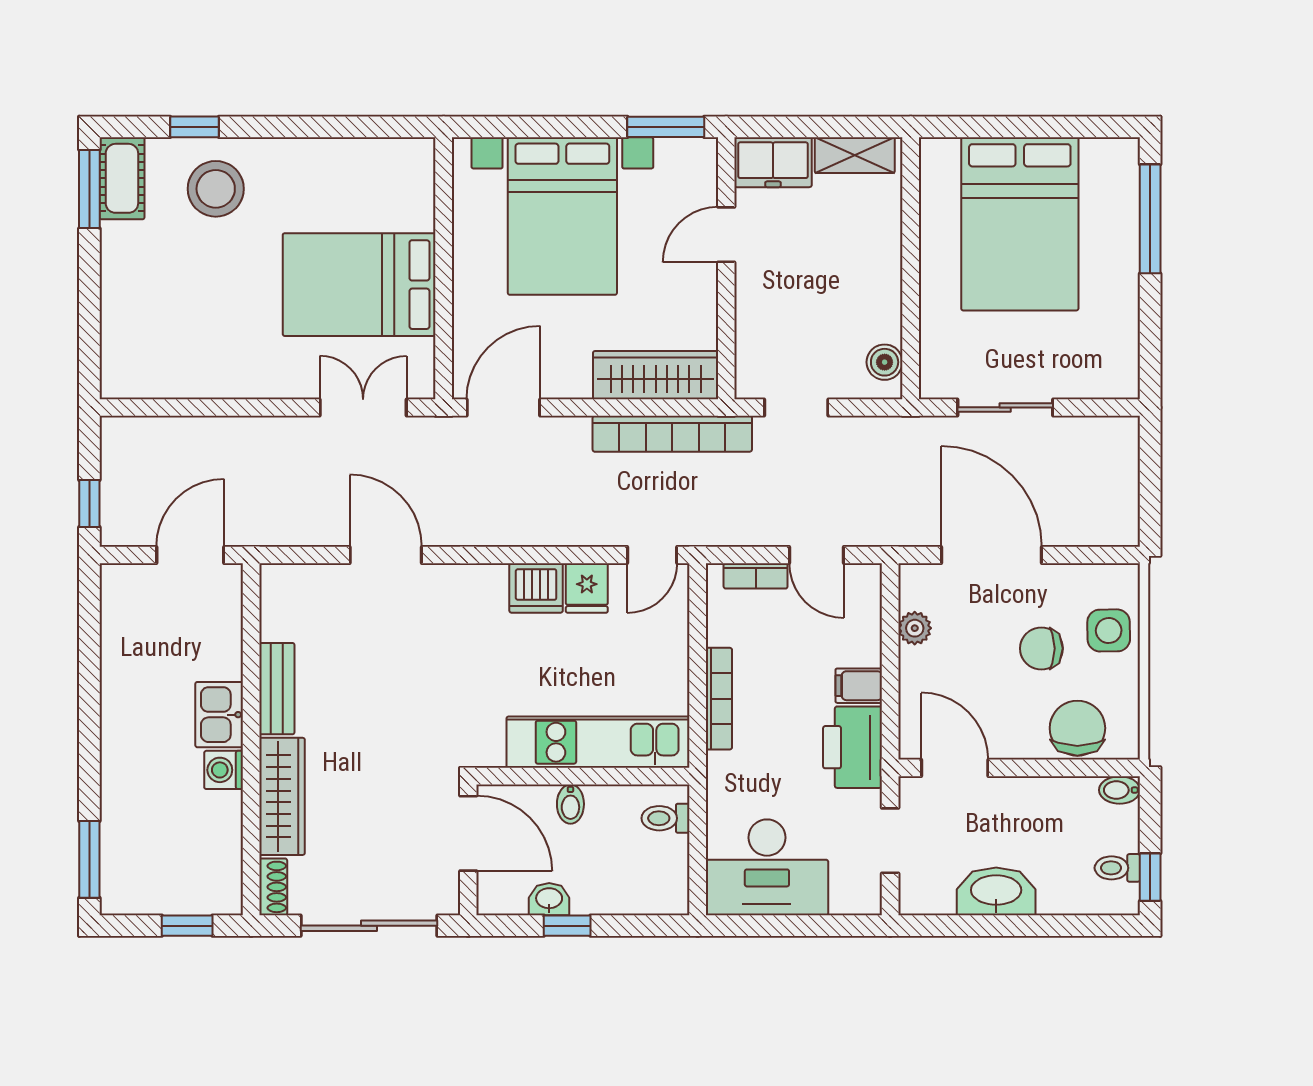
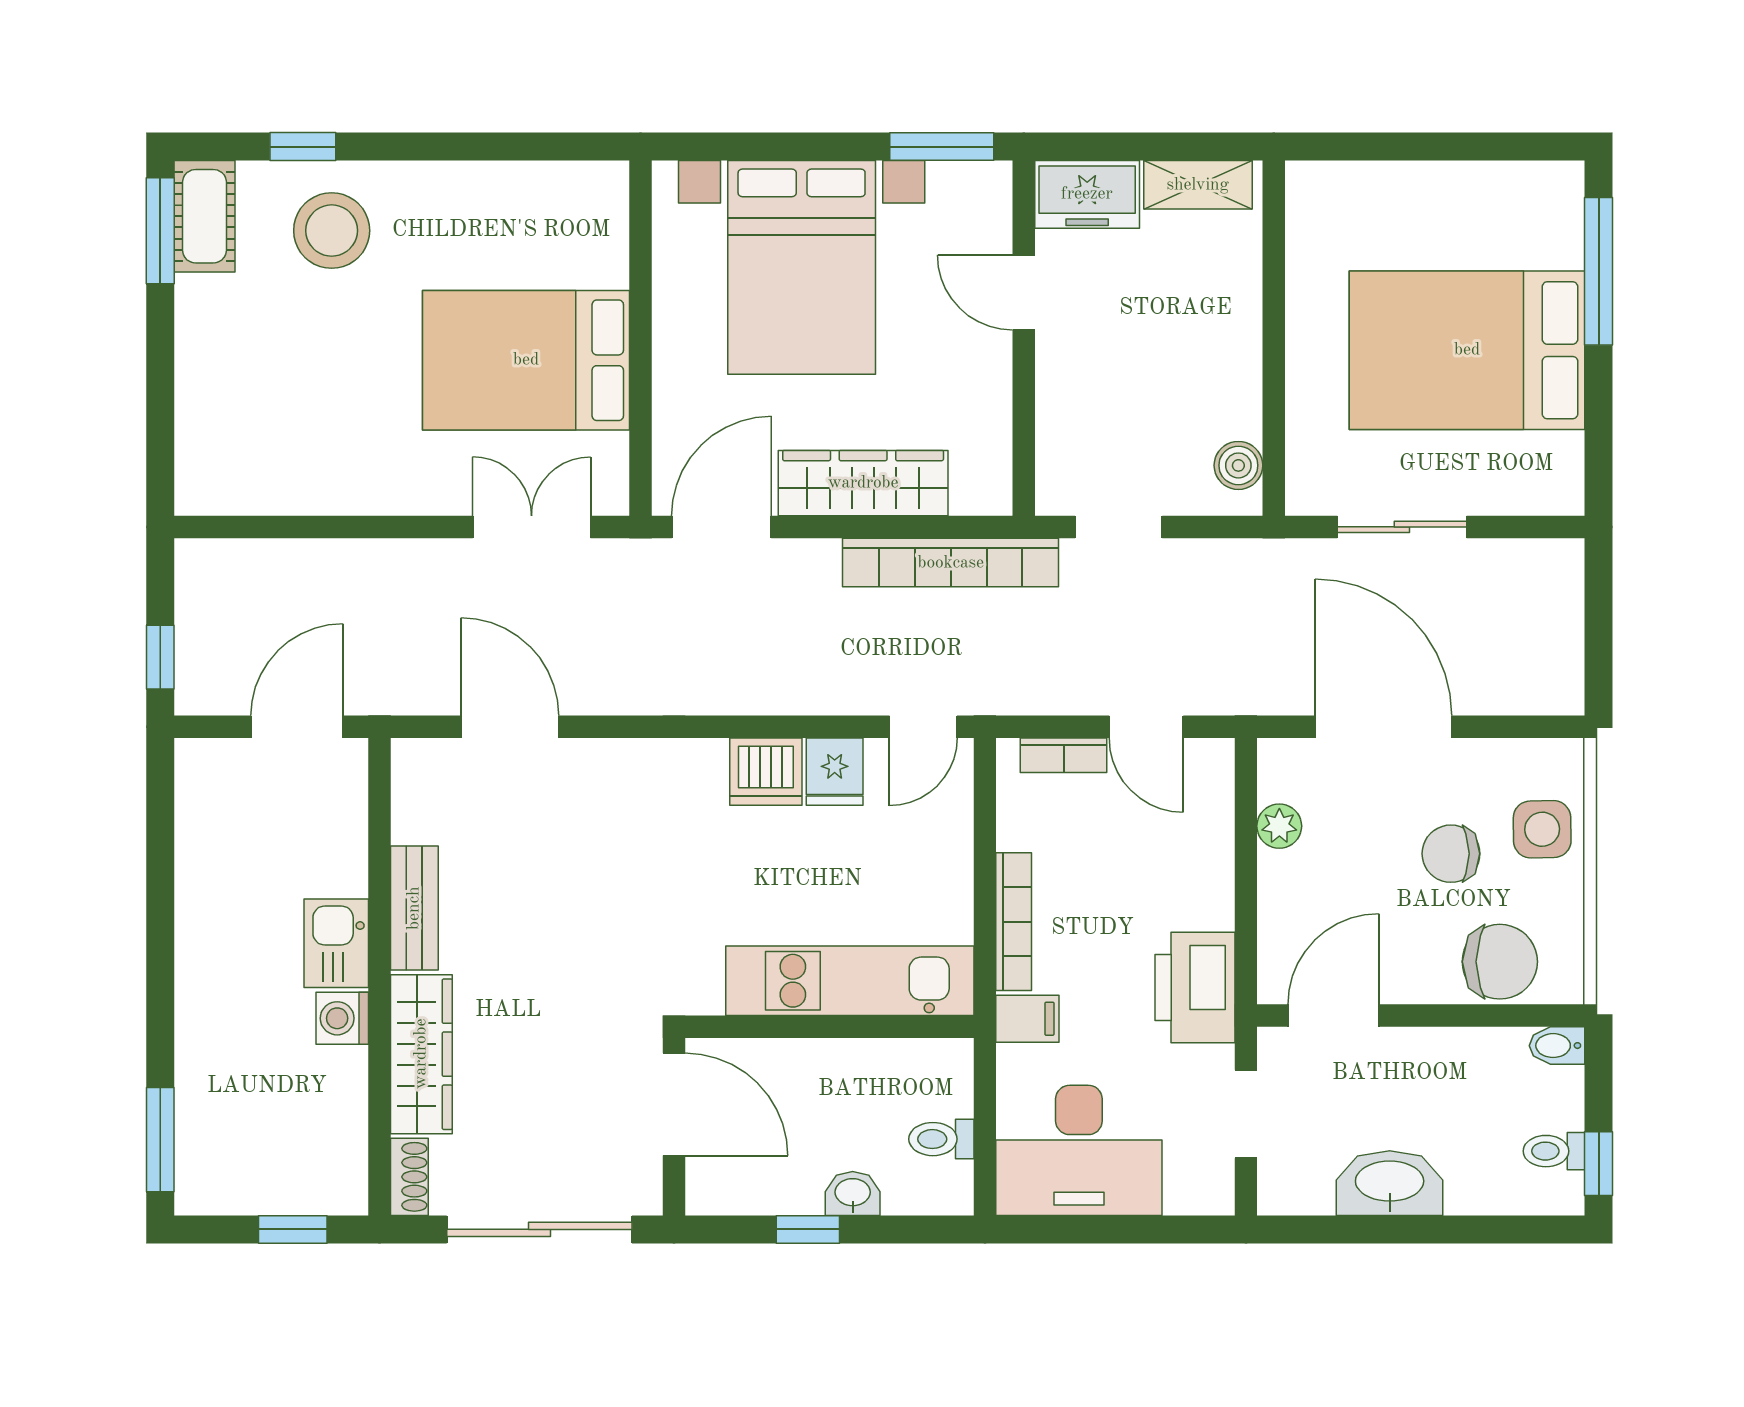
bed: (1020, 224) -> (1467, 350), moved, turned 90
door: (726, 235) -> (1024, 293), hinge flipped
wardrobe: (656, 375) -> (863, 483), moved
door: (386, 555) -> (510, 727), moved
filing cabinet: (859, 686) -> (1027, 1019), moved, turned 180
chair: (1077, 728) -> (1500, 962), turned 90
door: (955, 768) -> (1334, 1016), hinge flipped
bidet: (570, 804) -> (813, 1065), removed
toilet: (665, 818) -> (941, 1139), moved
washbasin: (549, 899) -> (853, 1194), moved

